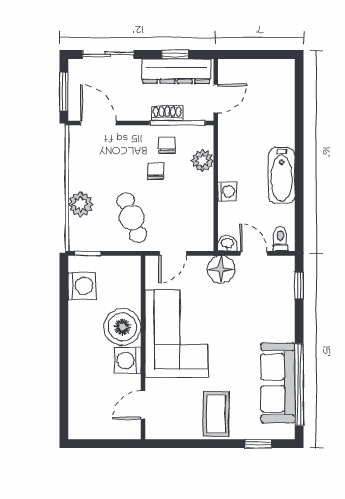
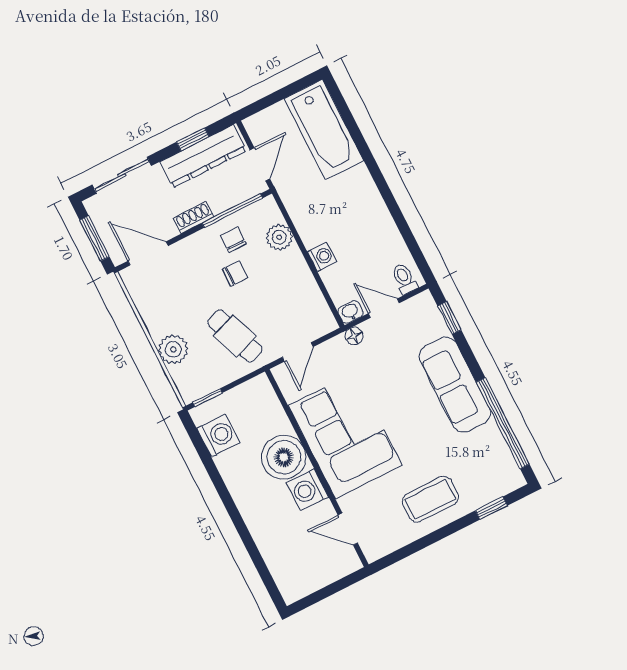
shoe rack: (167, 113) -> (193, 217), moved
chair: (156, 171) -> (235, 273), turned 90
bathtub: (282, 176) -> (324, 130), moved, width x1.36, depth x1.36
floor lamp: (221, 269) -> (354, 336), width x0.53, depth x0.53
sofa: (278, 383) -> (455, 385), moved
door: (143, 405) -> (348, 529), hinge flipped
coffee table: (216, 414) -> (430, 499), turned 90

